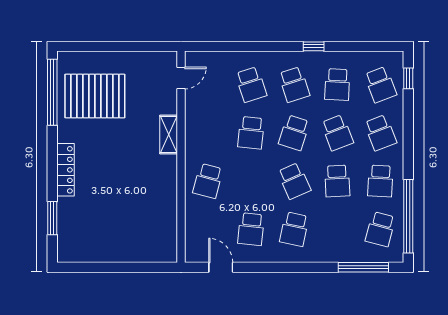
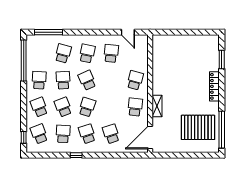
door: (181, 78) -> (150, 138), width x1.87
school desk: (251, 133) -> (135, 107), moved
school desk: (380, 229) -> (63, 53), moved

